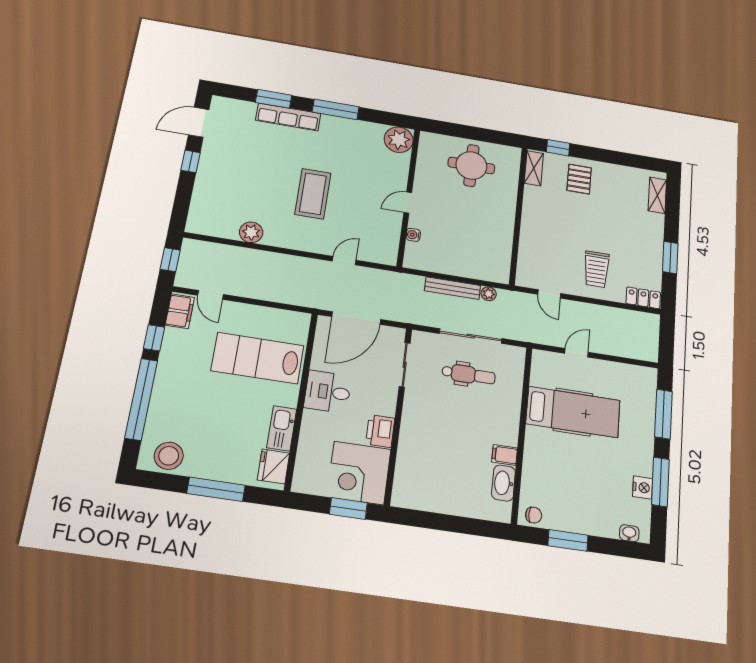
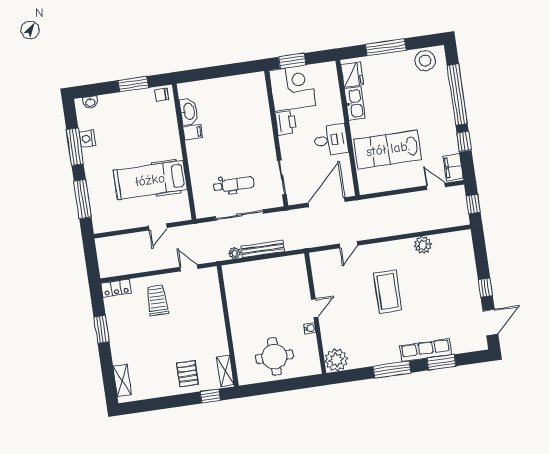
water cooler: (413, 235) -> (310, 328), moved
lab bench: (258, 358) -> (388, 149), turned 180
dental chair: (469, 375) -> (234, 185), turned 180

